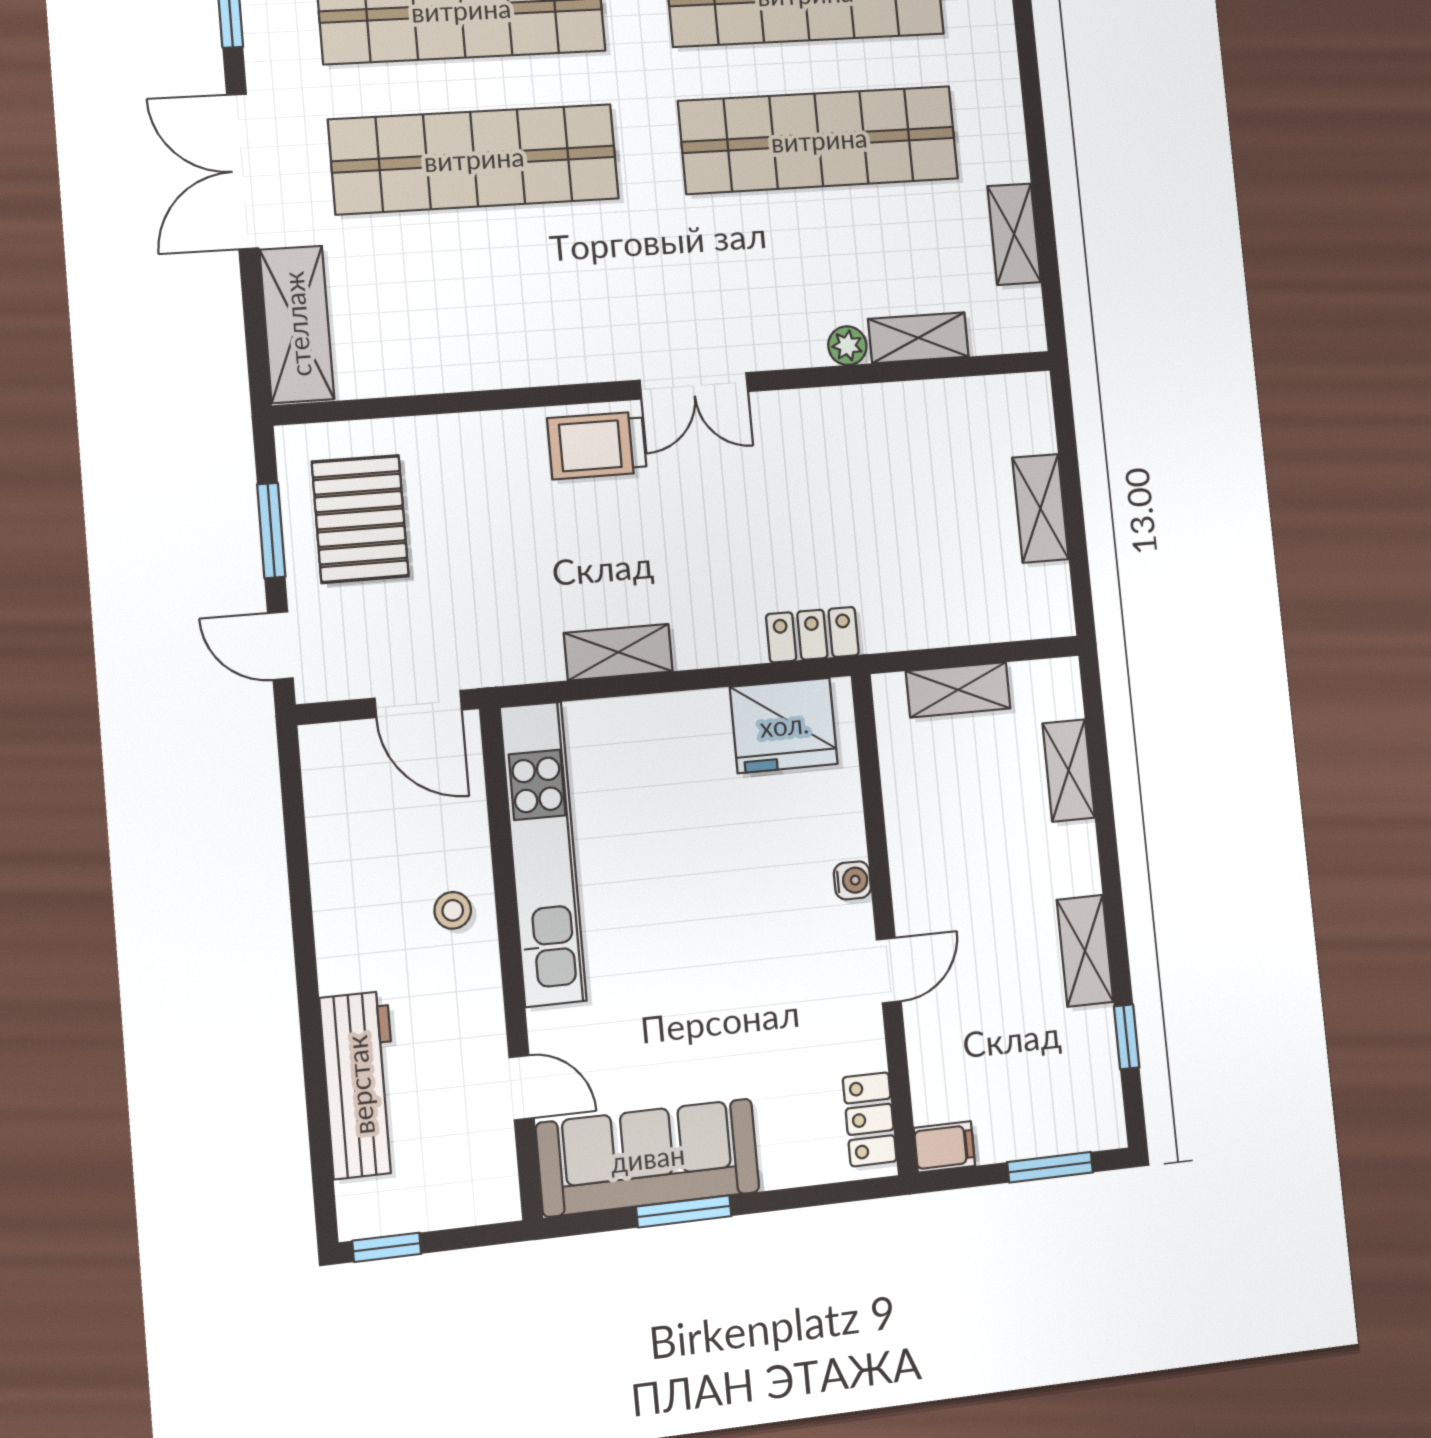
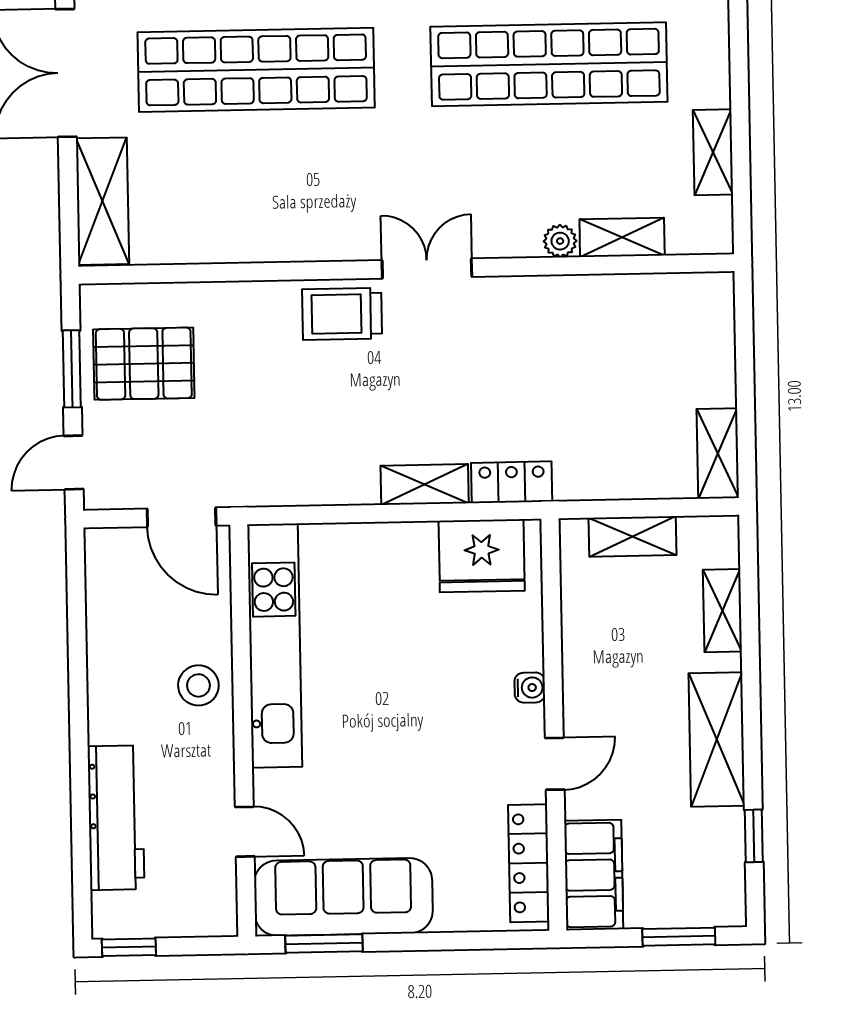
double door: (694, 386) -> (427, 269), swing flipped
shelving: (1040, 508) -> (718, 453), moved
pallet: (360, 519) -> (144, 364), turned 90
door: (280, 646) -> (74, 463), hinge flipped
shelving: (618, 652) -> (425, 484), moved
stool: (453, 910) -> (198, 685), width x1.37, depth x1.37
shelving: (1085, 951) -> (717, 740), width x1.50, depth x1.33
locker: (870, 1119) -> (529, 863), width x1.53
filing cabinet: (944, 1147) -> (594, 875), width x3.00, depth x1.17
window: (684, 1211) -> (324, 943), moved

